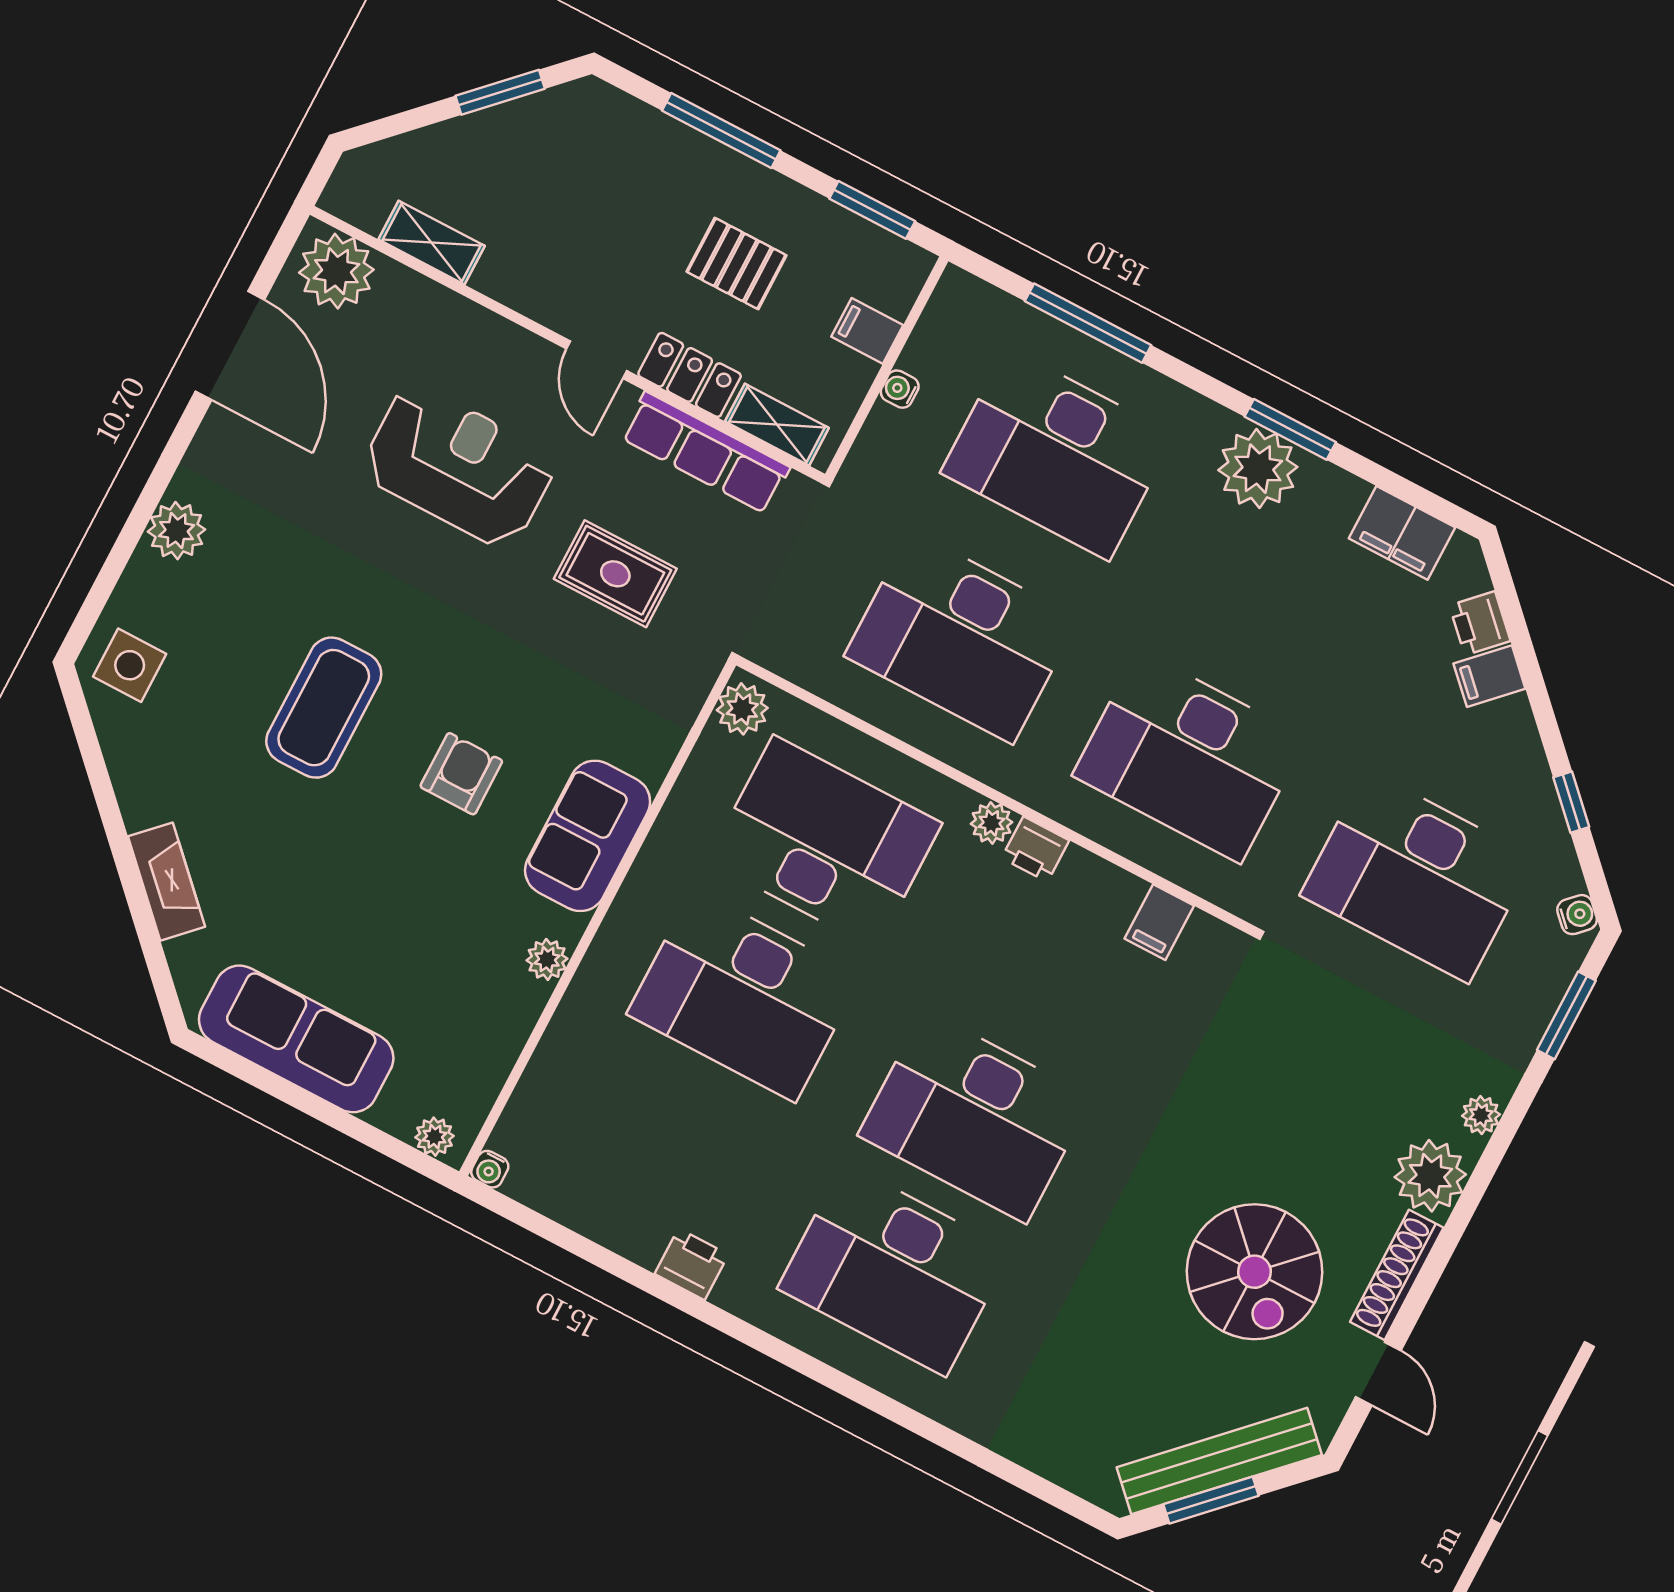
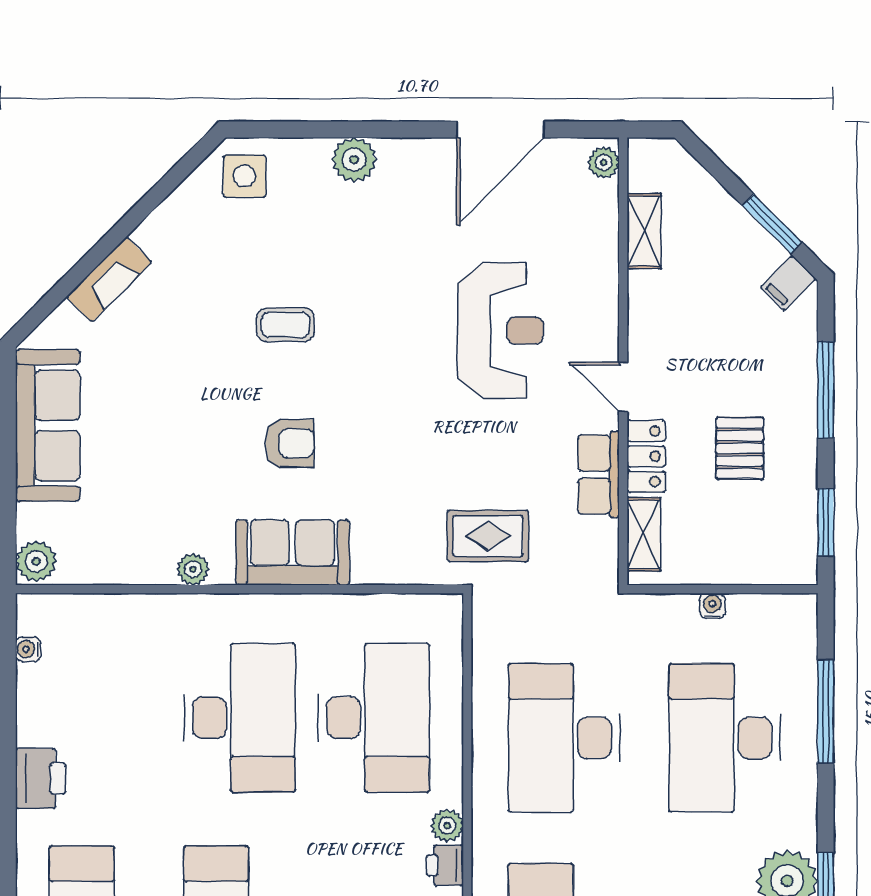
plant: (336, 271) -> (604, 162), width x0.53, depth x0.53
filing cabinet: (867, 331) -> (788, 283), moved, turned -135
door: (597, 360) -> (623, 387), hinge flipped
row of seats: (705, 453) -> (599, 475), width x0.68
rug: (615, 574) -> (488, 536), moved, turned 90
coffee table: (324, 708) -> (285, 325), width x0.54, depth x0.58
plant: (742, 709) -> (436, 613), removed
desk: (744, 995) -> (239, 718), turned 180
plant: (434, 1137) -> (36, 561), width x1.38, depth x1.38
water cooler: (490, 1169) -> (28, 649), moved
printer: (692, 1264) -> (40, 779), width x1.36, depth x1.24

